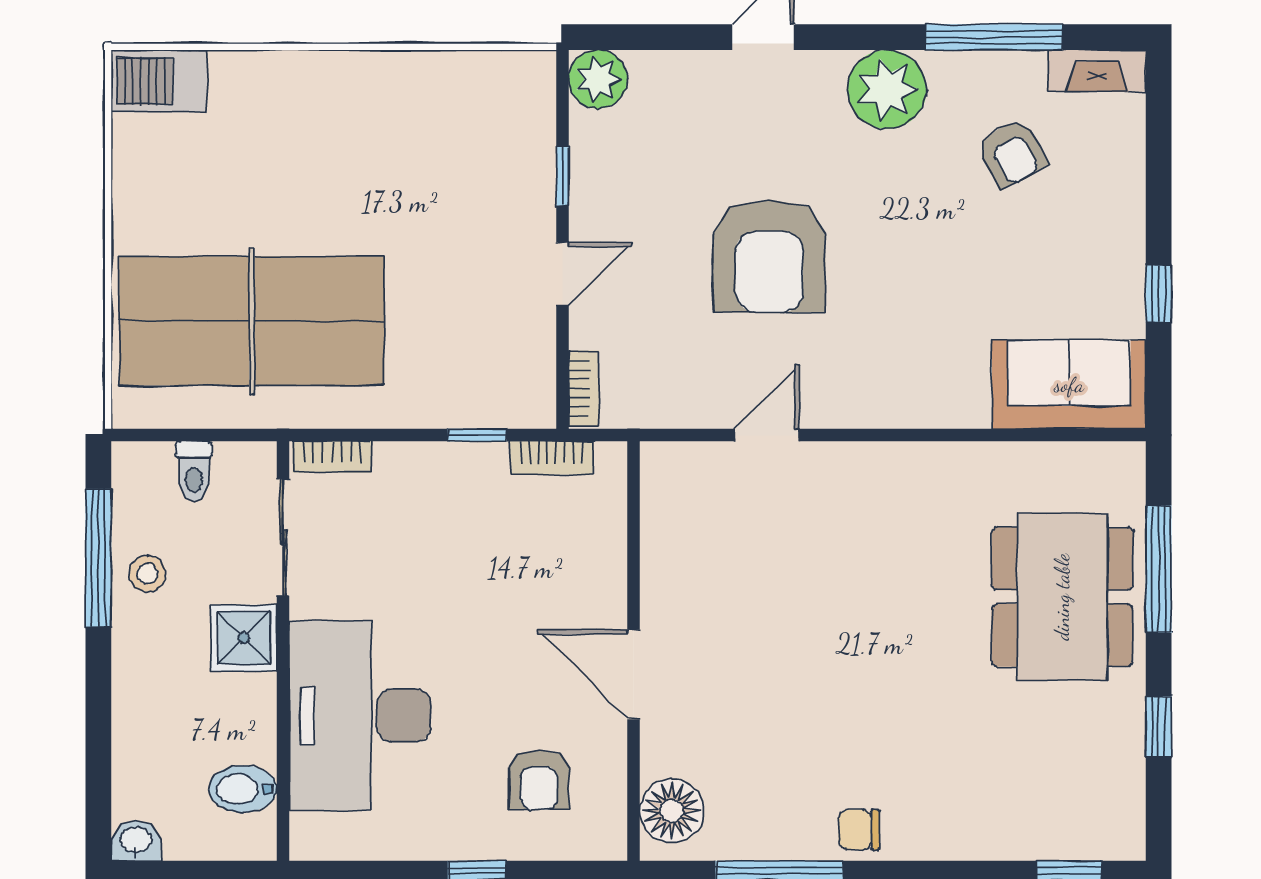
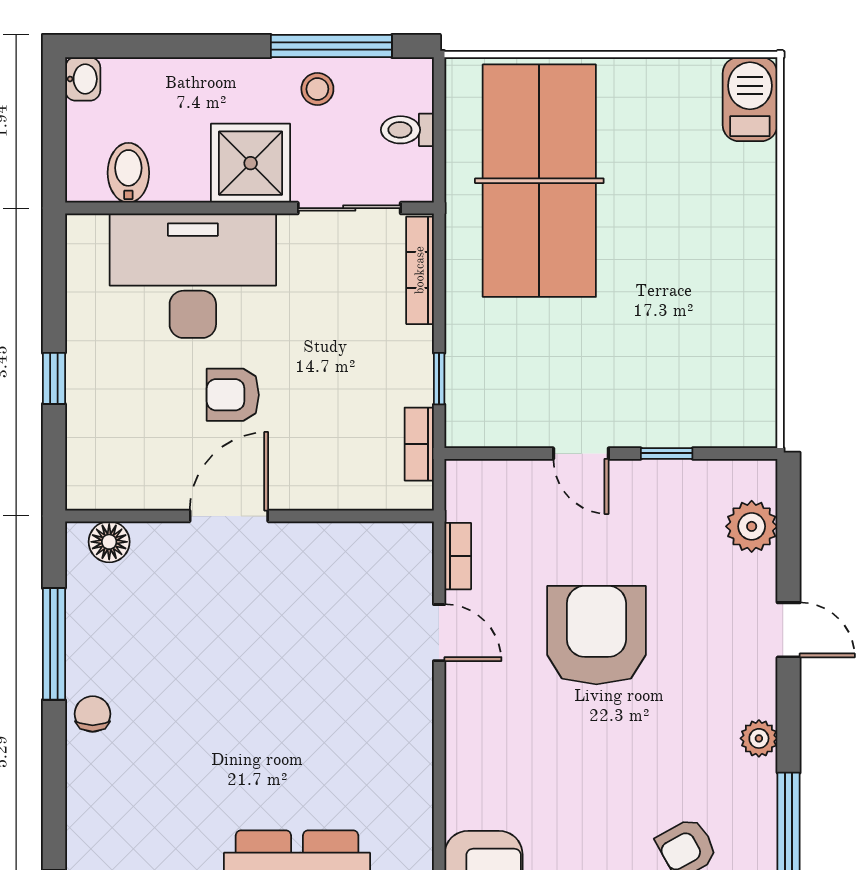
plant: (598, 79) -> (752, 526), moved
plant: (887, 89) -> (759, 738), width x0.53, depth x0.53
armchair: (769, 256) -> (596, 635), turned 90
bookcase: (584, 388) -> (458, 556), moved, turned -90
bookcase: (332, 457) -> (420, 270), width x1.56
shower: (244, 638) -> (251, 163), width x1.36, depth x1.36
armchair: (539, 780) -> (233, 395), moved
floor lamp: (672, 811) -> (109, 542), width x0.73, depth x0.73

